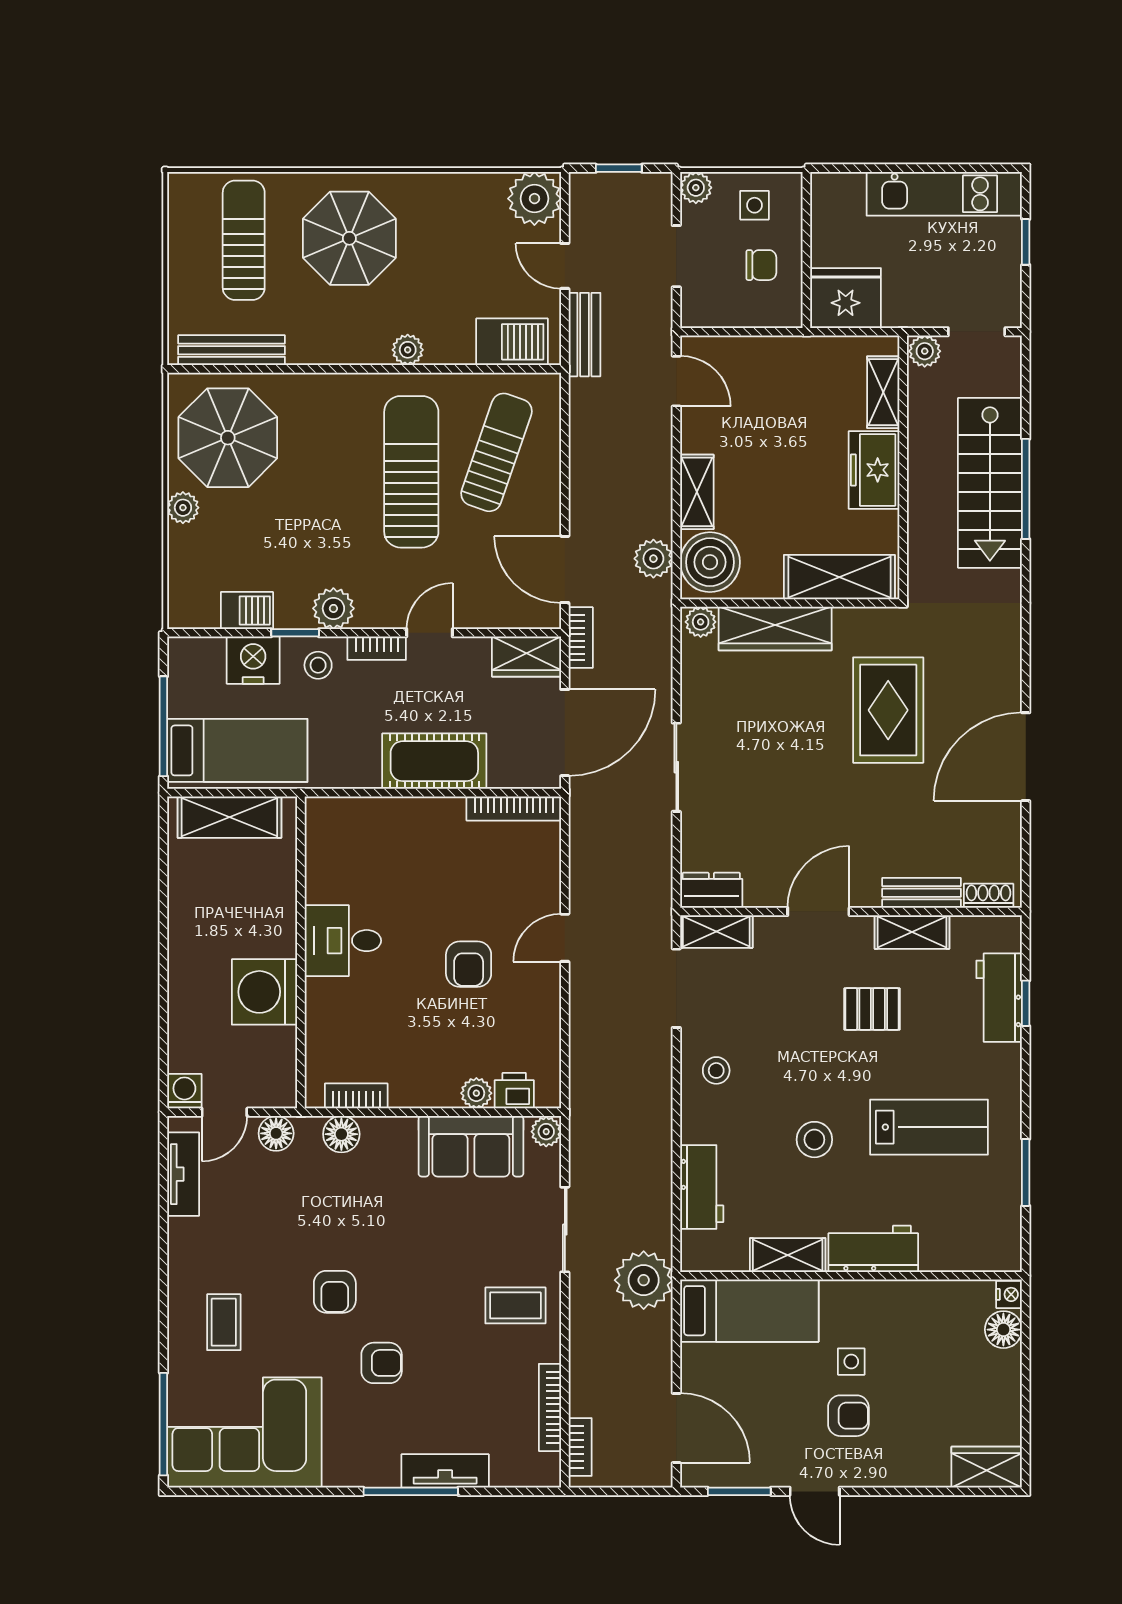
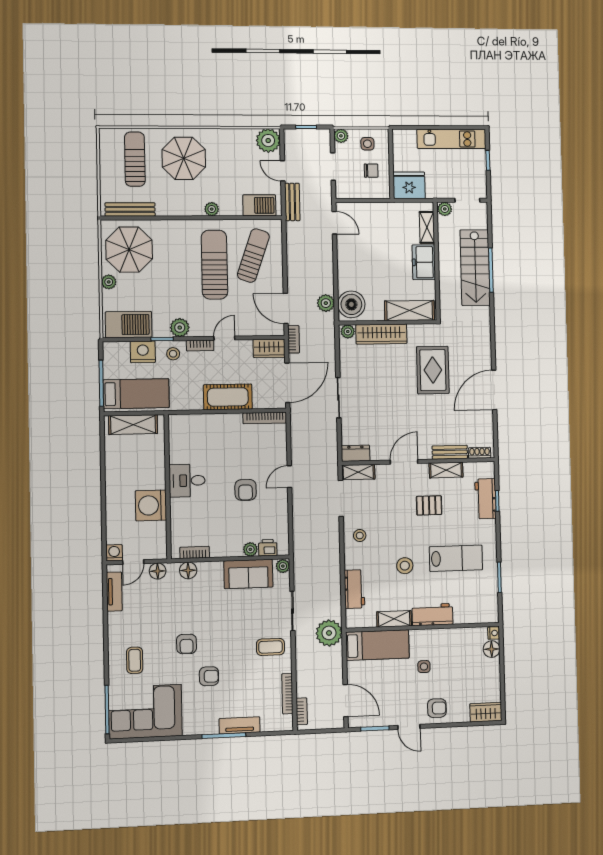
shelving: (697, 492) -> (345, 273), removed
barbecue: (247, 610) -> (129, 325), width x1.88, depth x1.53
armchair: (848, 1416) -> (437, 708), moved

